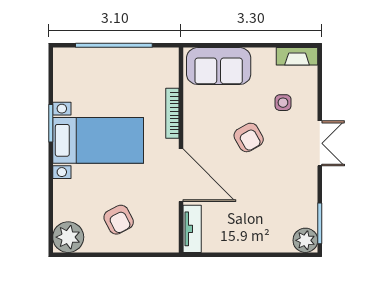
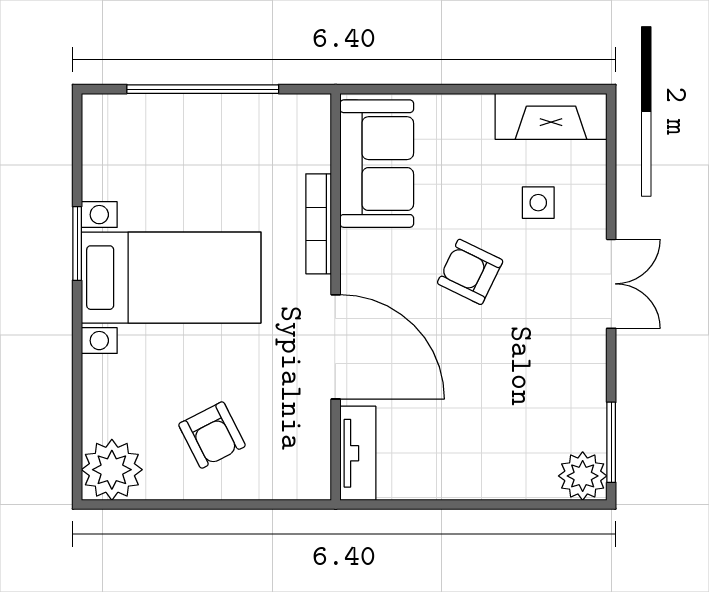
fireplace: (297, 56) -> (551, 116), width x1.37, depth x1.32
sofa: (219, 66) -> (377, 164), moved, turned -90
armchair: (249, 137) -> (470, 272), turned 146

